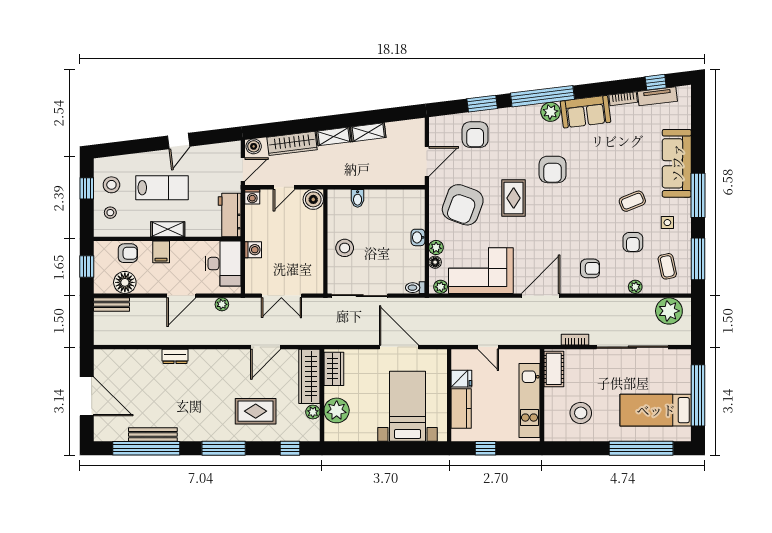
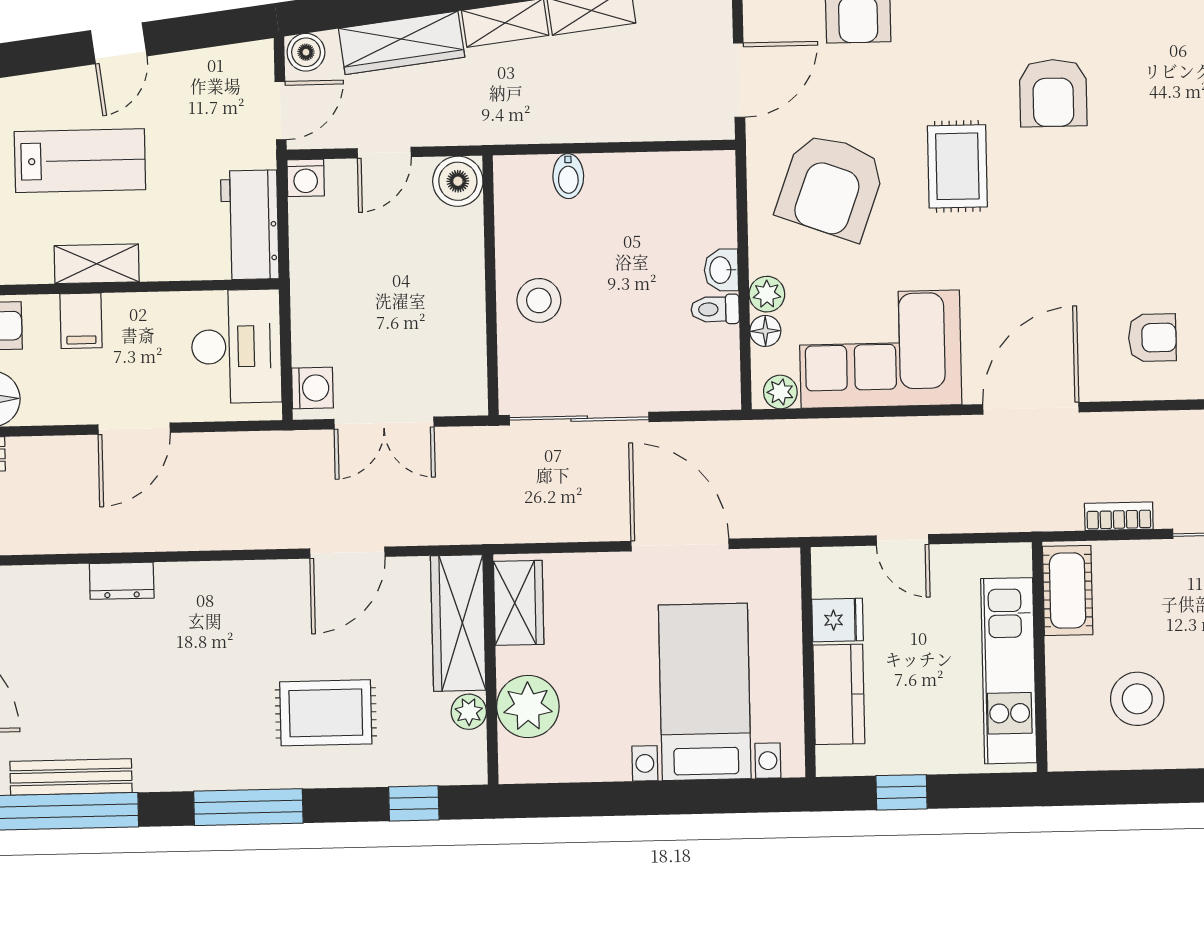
washing machine: (253, 250) -> (312, 388), moved
toilet: (415, 288) -> (715, 309), moved
plant: (222, 304) -> (236, 448), removed

